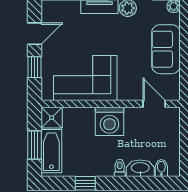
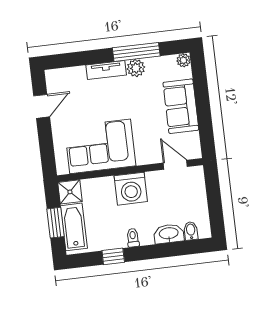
window: (35, 67) -> (46, 141), removed
toilet: (120, 168) -> (133, 238), moved

